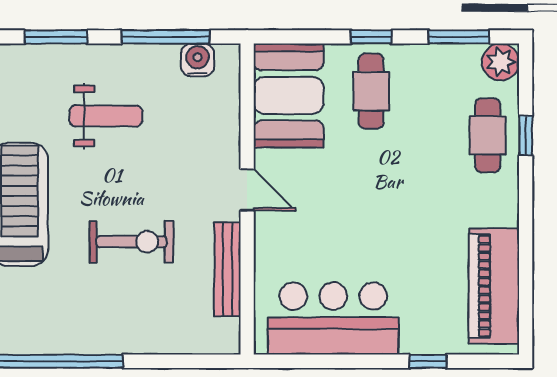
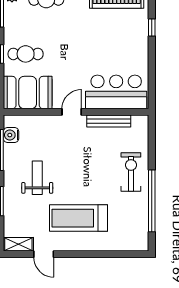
exercise bike: (131, 242) -> (131, 172), moved
bar counter: (333, 318) -> (116, 92), moved, turned 90

